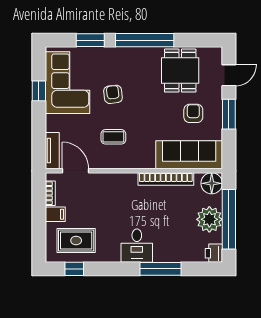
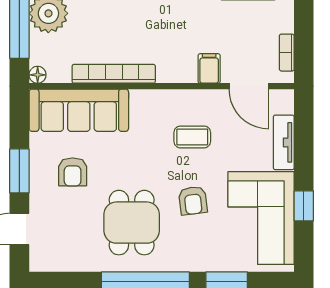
dining table: (180, 71) -> (132, 223), moved
tv unit: (52, 151) -> (284, 142), moved
floor lamp: (212, 183) -> (38, 75), width x0.53, depth x0.53
filing cabinet: (55, 214) -> (209, 68), moved, turned 90

